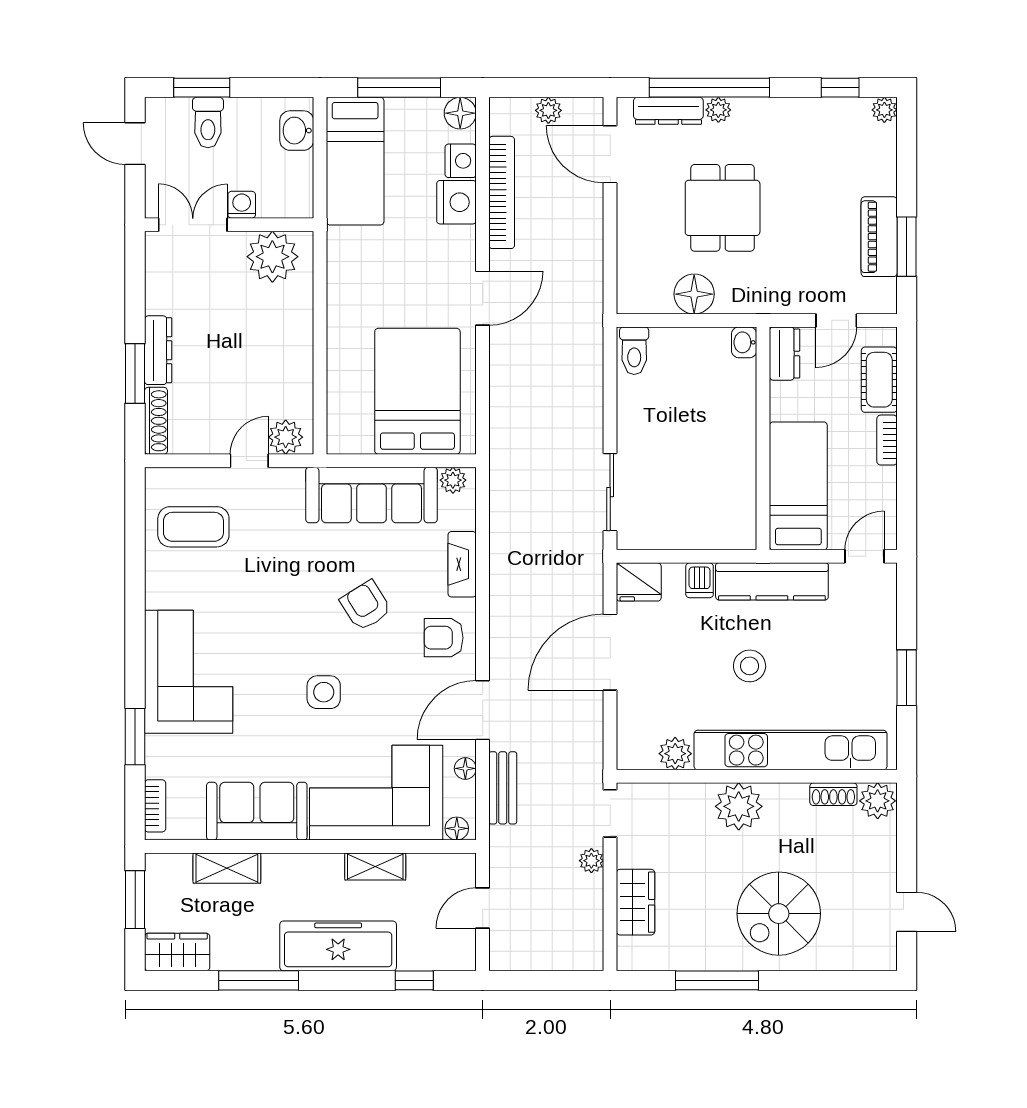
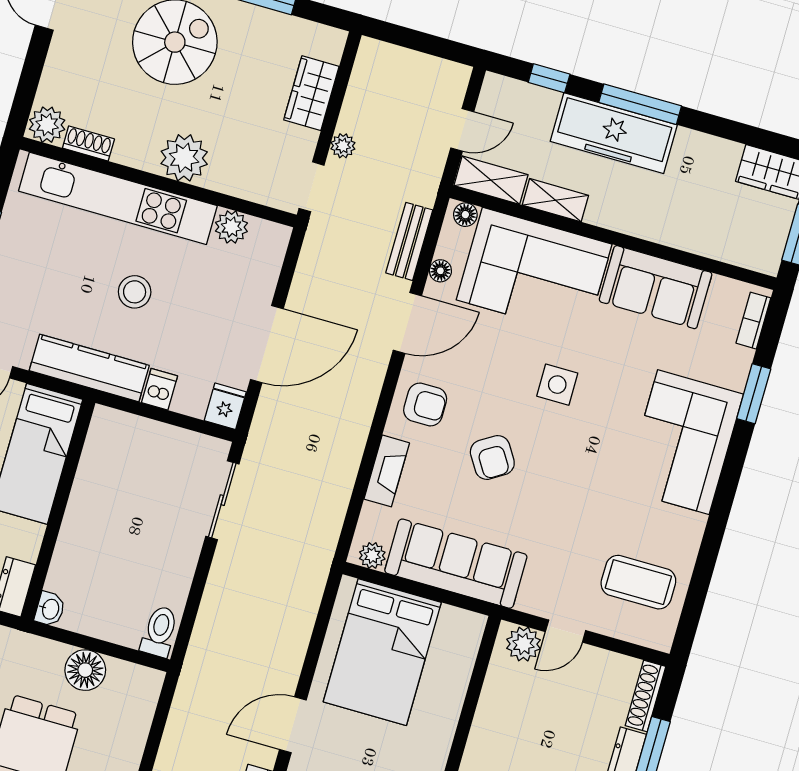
fridge: (639, 582) -> (225, 406), width x0.72
shelving: (227, 868) -> (491, 180), moved
window: (259, 980) -> (640, 104), moved

